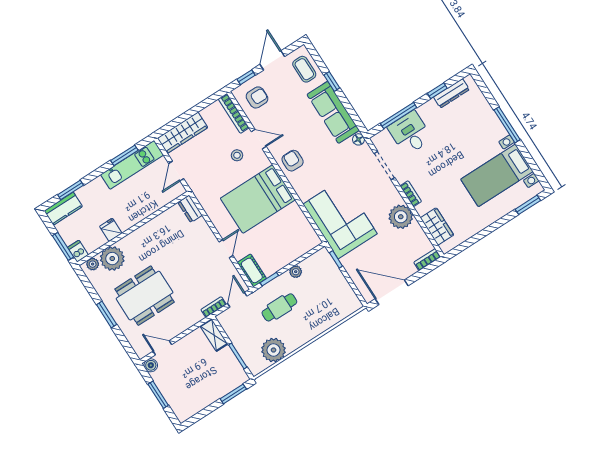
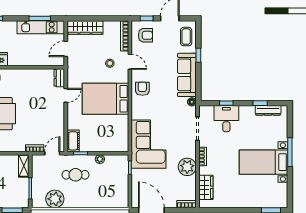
window: (399, 116) -> (226, 103), width x0.46
bed with nightstands: (497, 175) -> (264, 162), moved
door: (226, 249) -> (66, 95), moved

